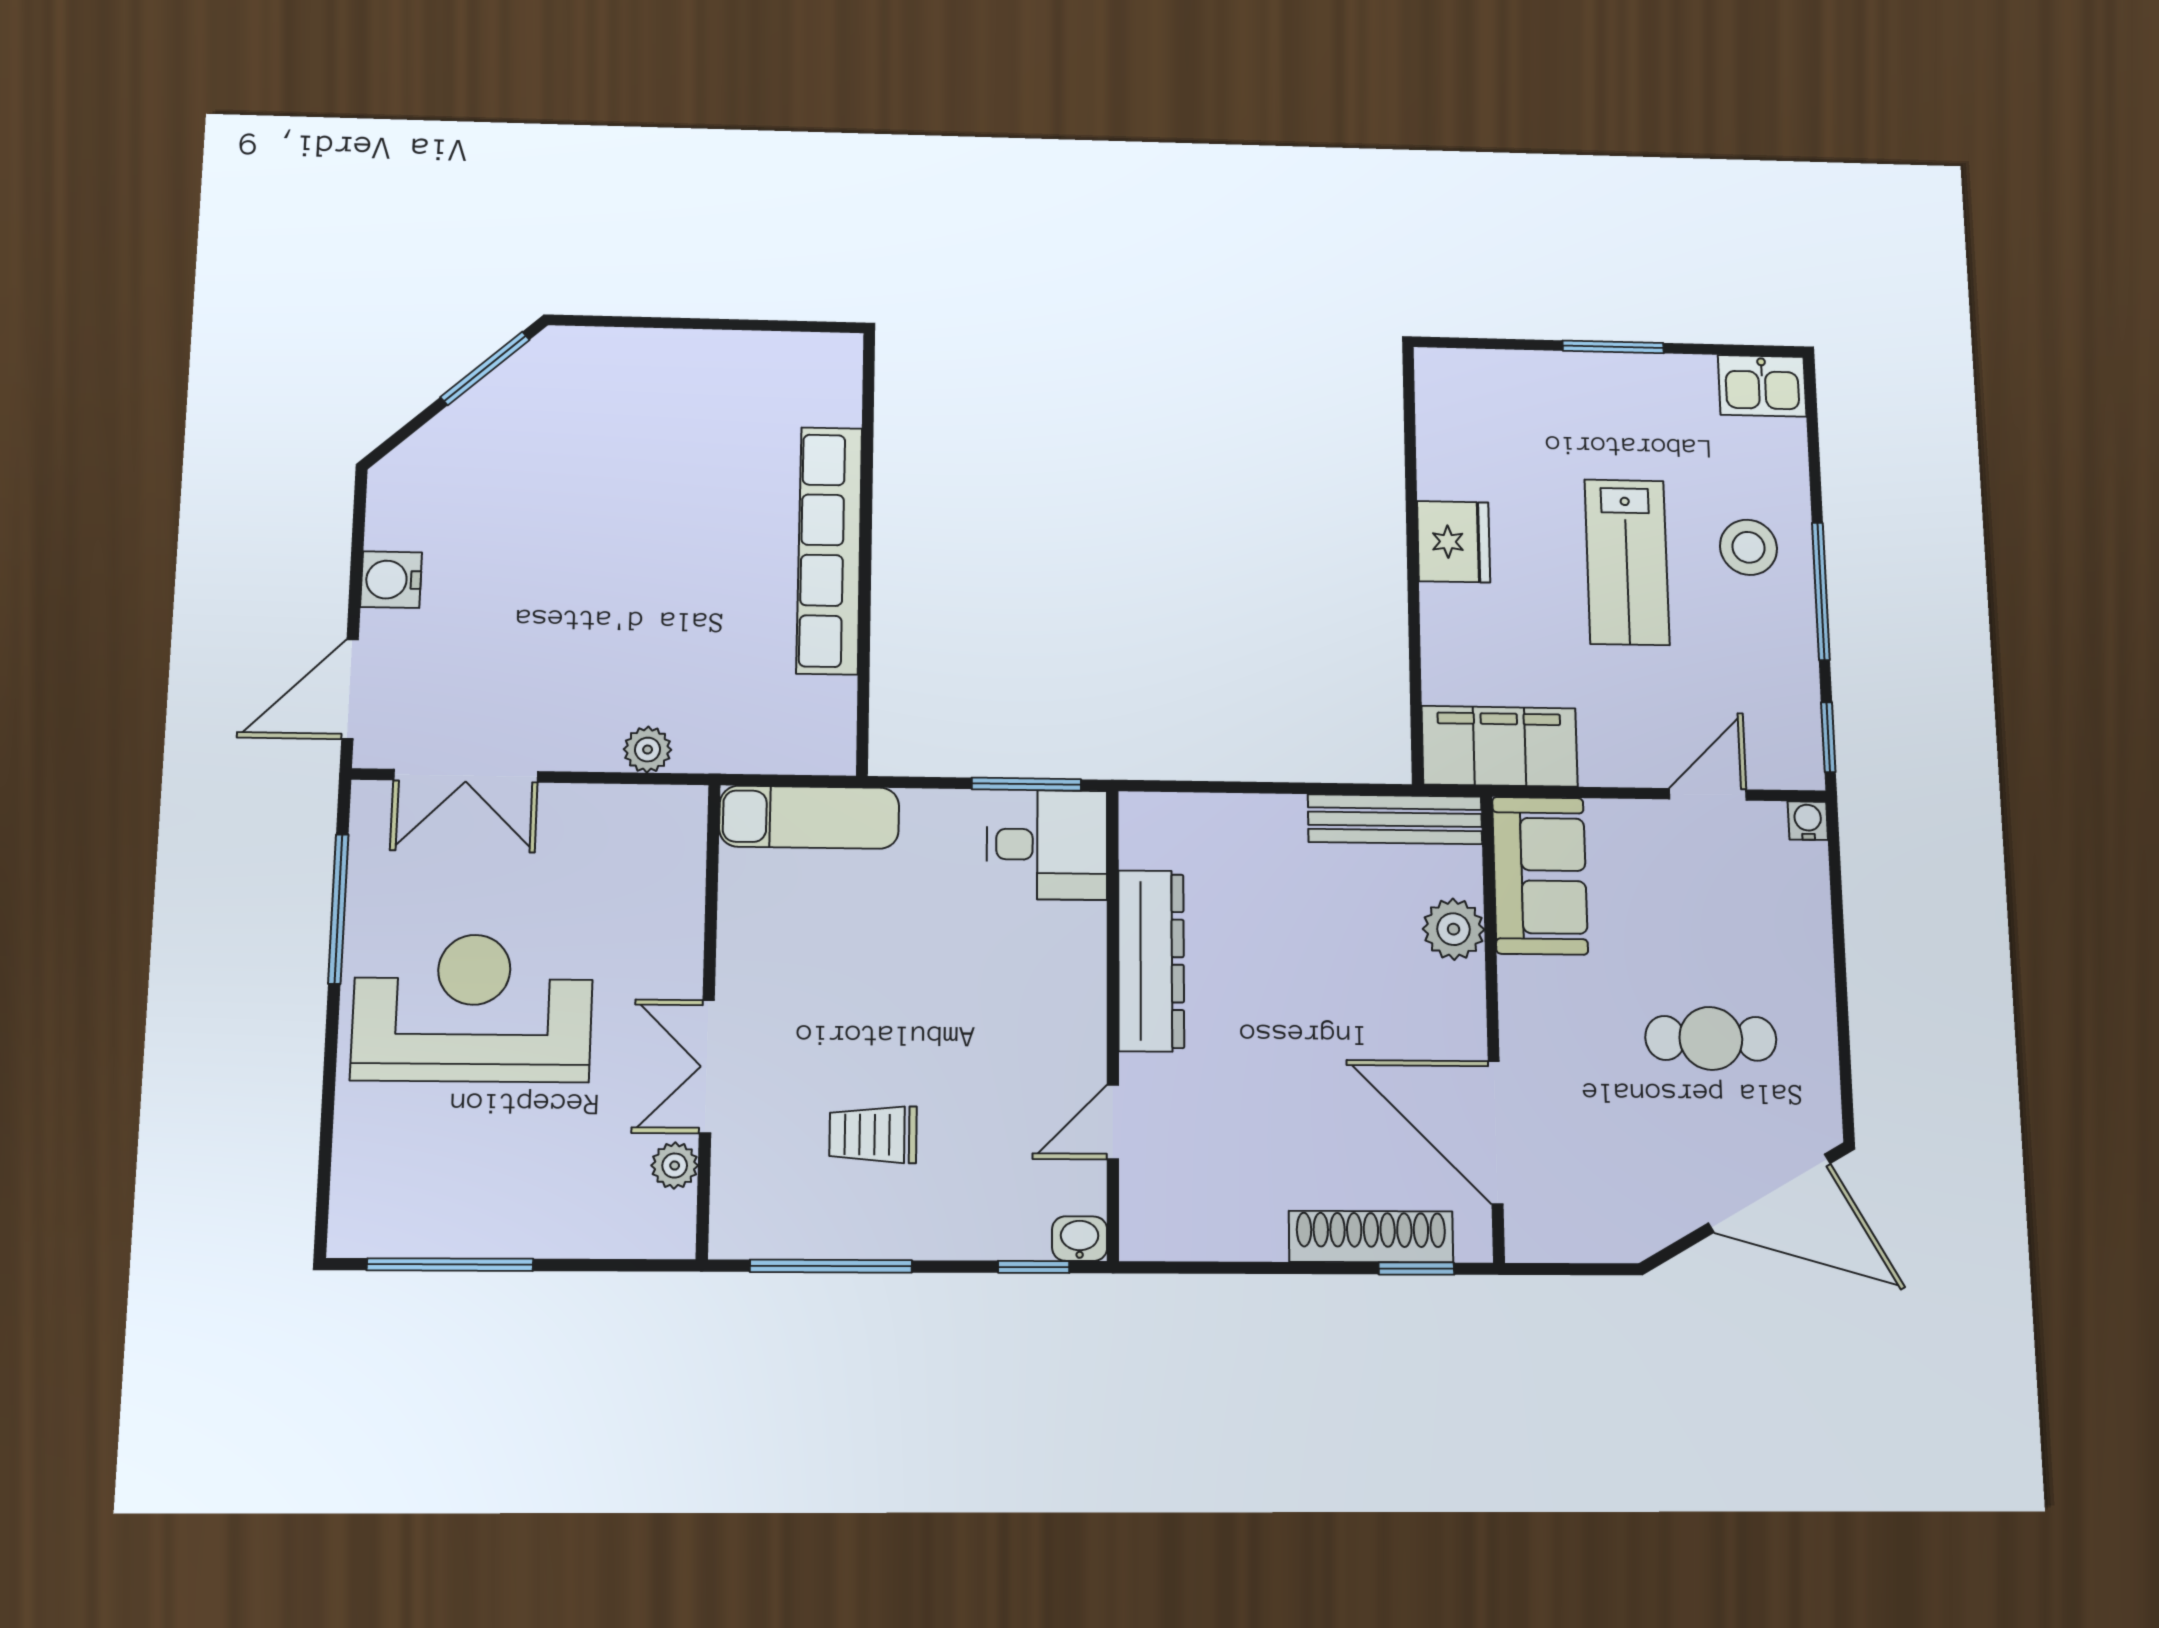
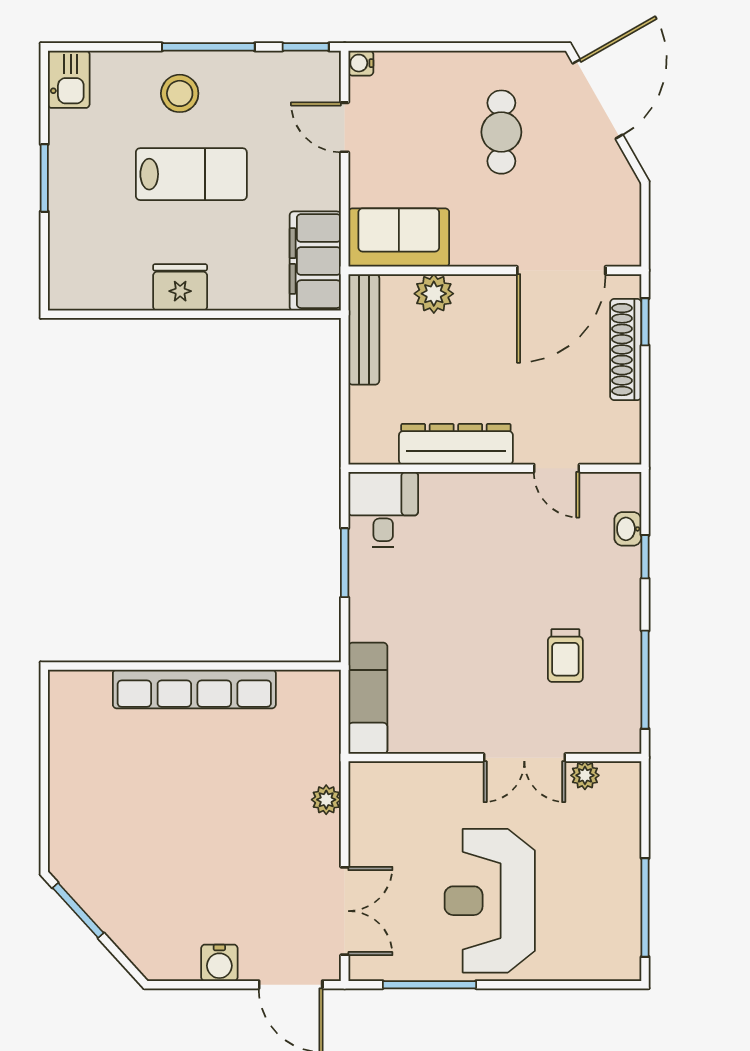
desk: (1047, 845) -> (383, 509), moved
dresser: (1151, 961) -> (456, 444), moved
wall: (1113, 1022) -> (495, 468), moved
door: (1113, 1122) -> (557, 468), moved

